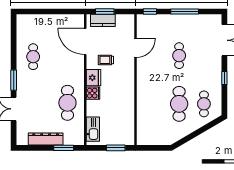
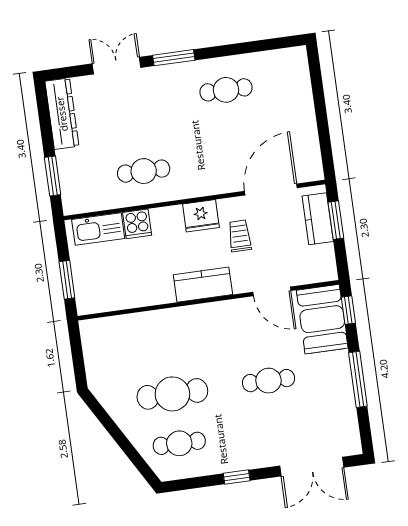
booth: (153, 25) -> (322, 319), added
kitchen counter: (127, 81) -> (203, 285), added
cooker: (93, 93) -> (137, 224), moved
cafe table: (67, 103) -> (144, 171), width x0.73, depth x0.74
dresser: (46, 139) -> (62, 114), moved

